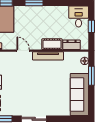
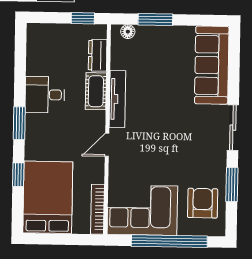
desk: (79, 17) -> (45, 95), moved
window: (91, 26) -> (83, 18), moved
sofa: (79, 95) -> (212, 65), moved, turned 90

